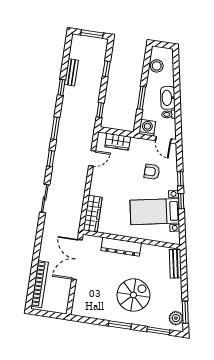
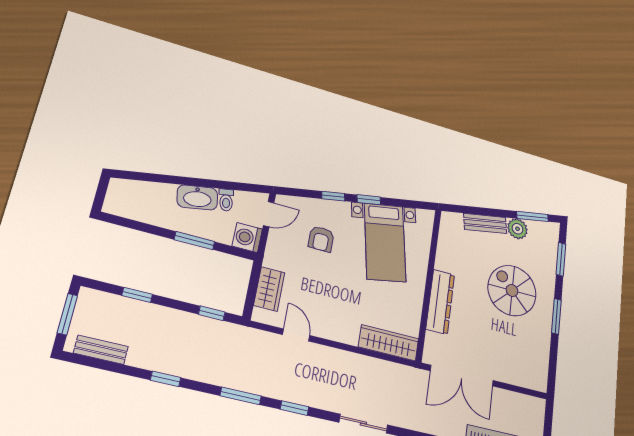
stool: (157, 66) -> (139, 208), removed
bench: (71, 72) -> (101, 350), moved
bench: (175, 264) -> (485, 223), moved
plant: (176, 318) -> (518, 229), moved

